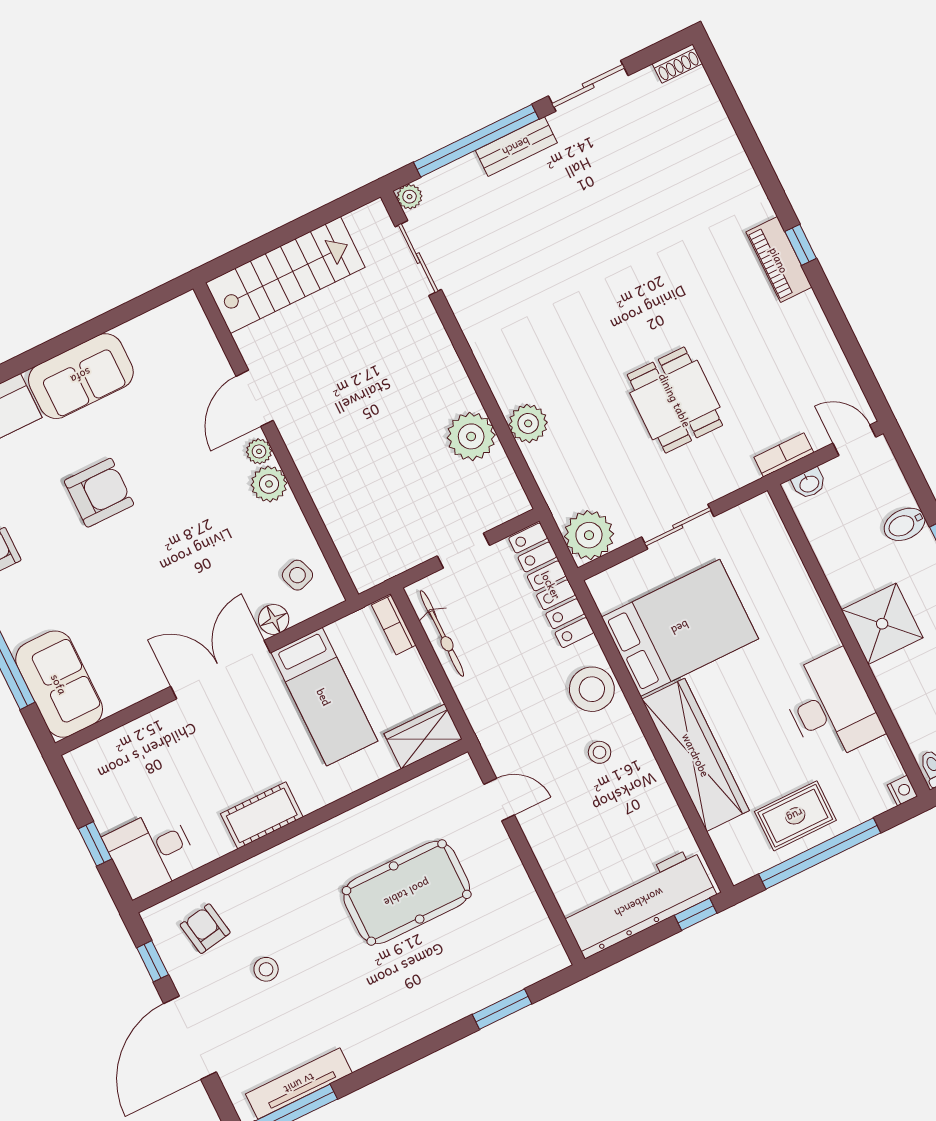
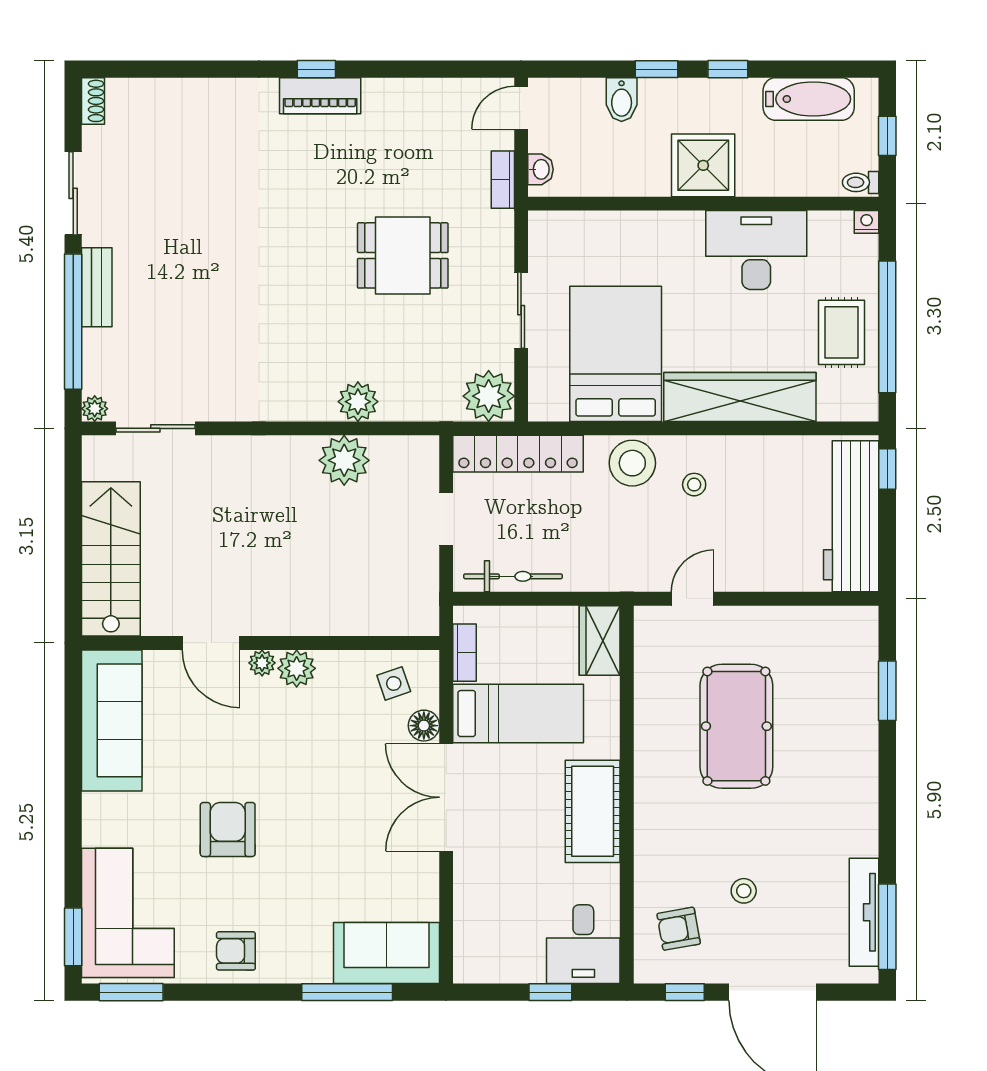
sofa: (81, 376) -> (112, 720), moved, width x1.36
bookcase: (394, 625) -> (464, 653), moved, turned -90
cot: (262, 815) -> (593, 811), width x1.37, depth x1.34

